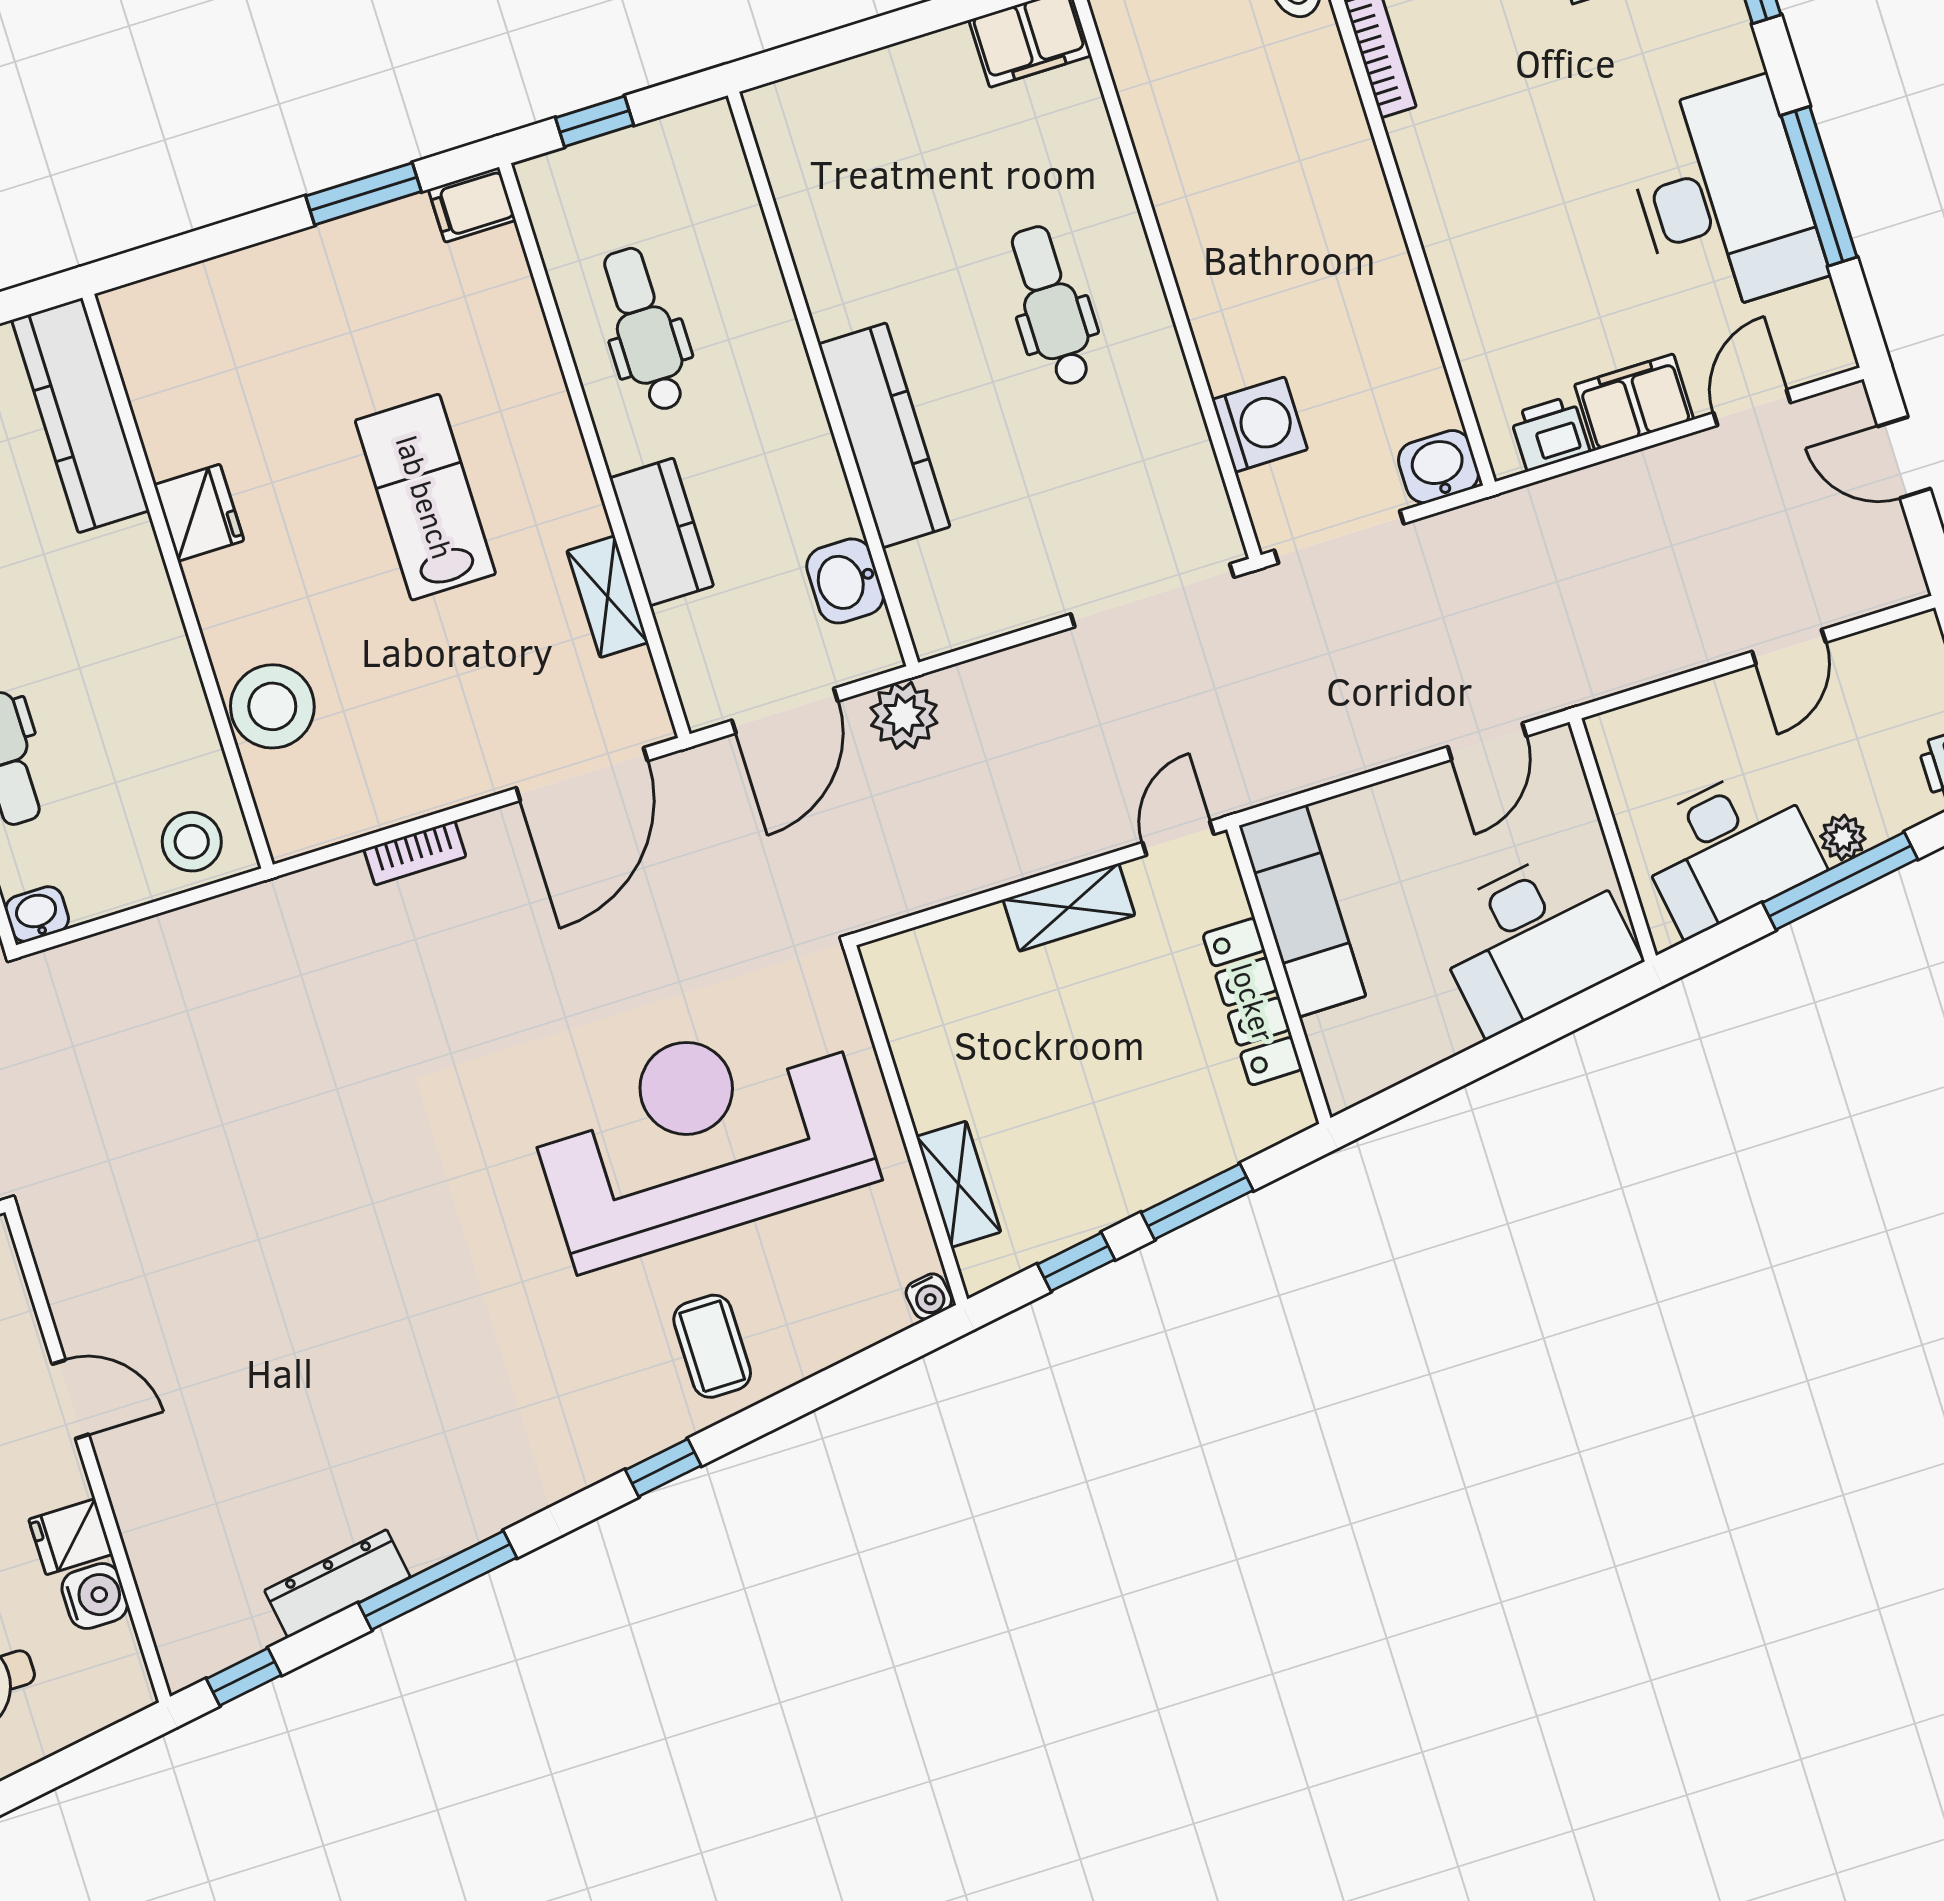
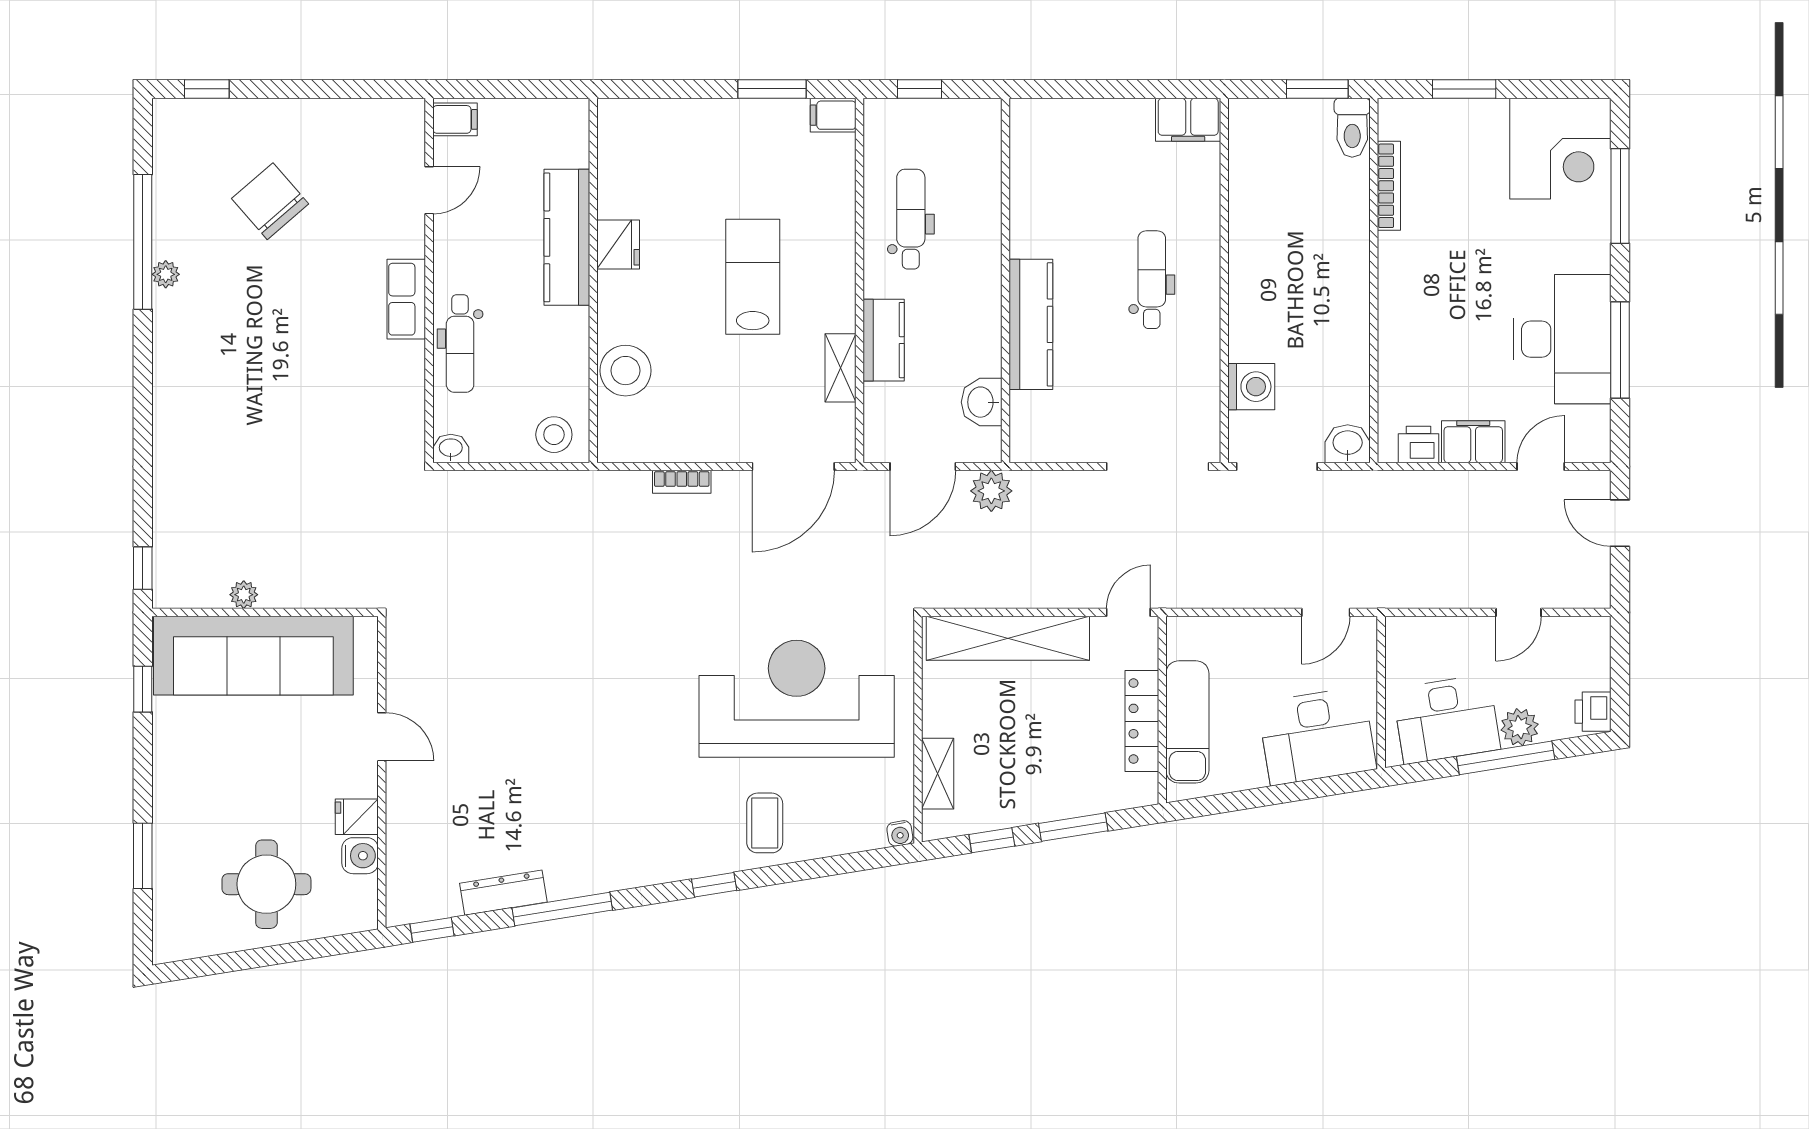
kitchen counter: (80, 415) -> (567, 237), moved
plant: (1843, 837) -> (1520, 727), width x1.38, depth x1.38
shelving: (1069, 907) -> (1008, 638), width x2.20, depth x1.33
exam couch: (1302, 911) -> (1187, 722), moved

